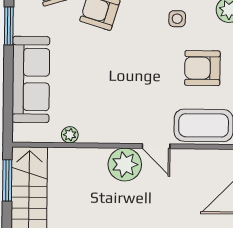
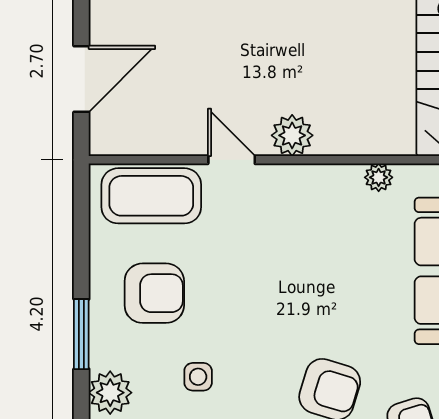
plant: (125, 164) -> (292, 135), width x0.73, depth x0.73

